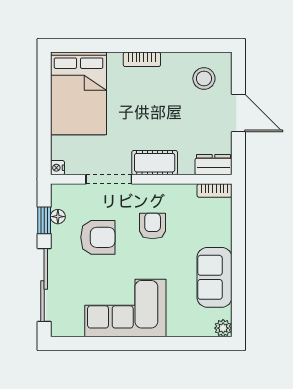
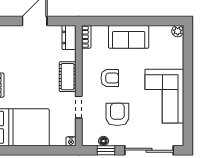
stool: (204, 79) -> (12, 44), removed
doorway: (109, 179) -> (79, 107), width x0.73
armchair: (153, 226) -> (110, 78), turned 180
sofa: (214, 277) -> (129, 37), moved

